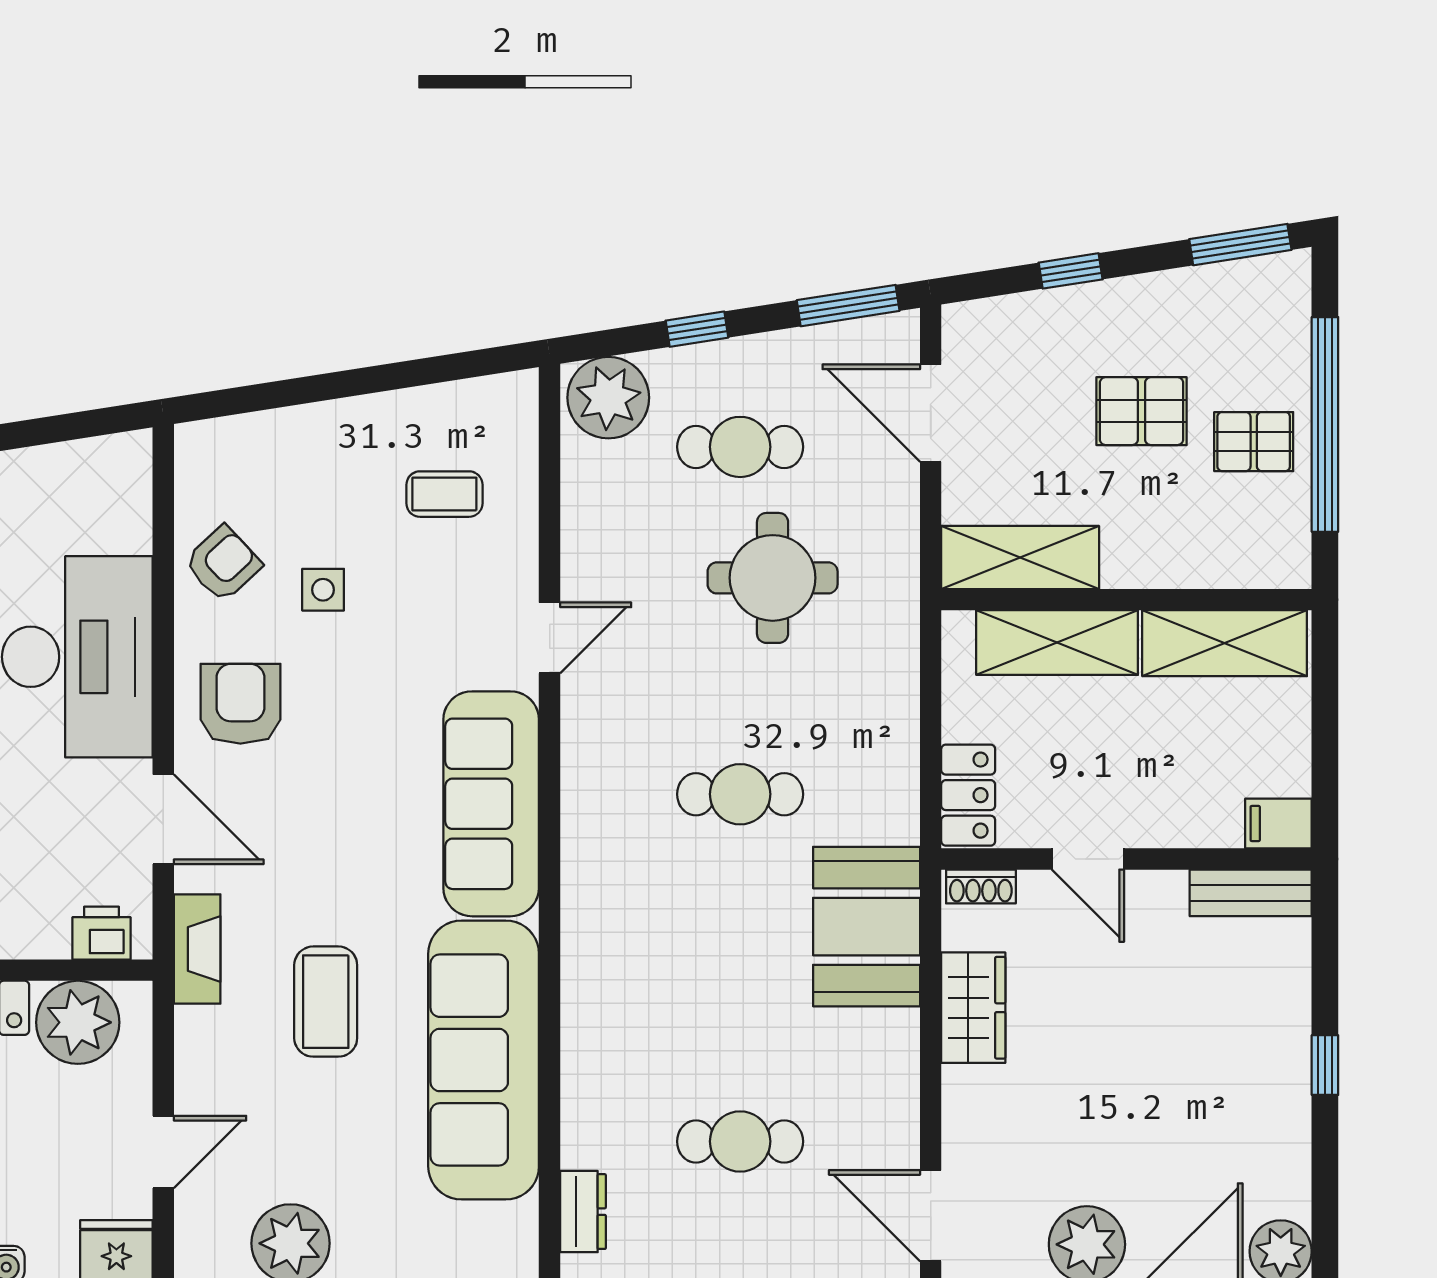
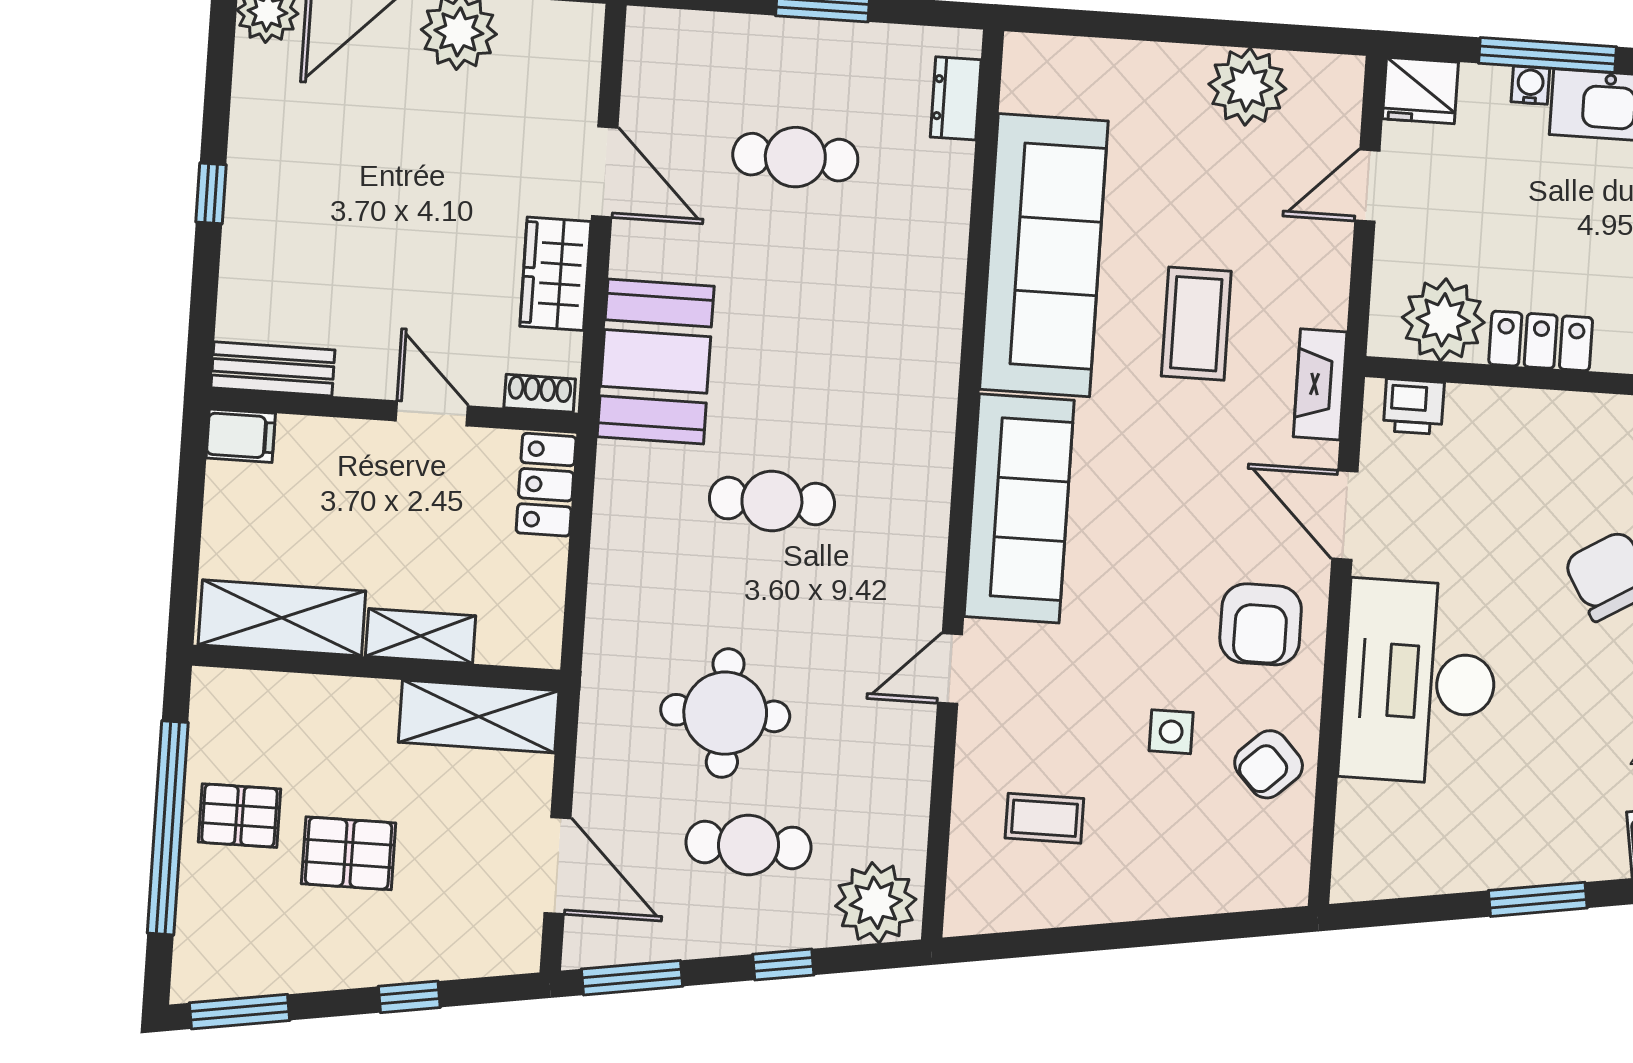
shelving: (1057, 643) -> (421, 636), width x0.67, depth x0.75
door: (931, 1216) -> (605, 172), moved

